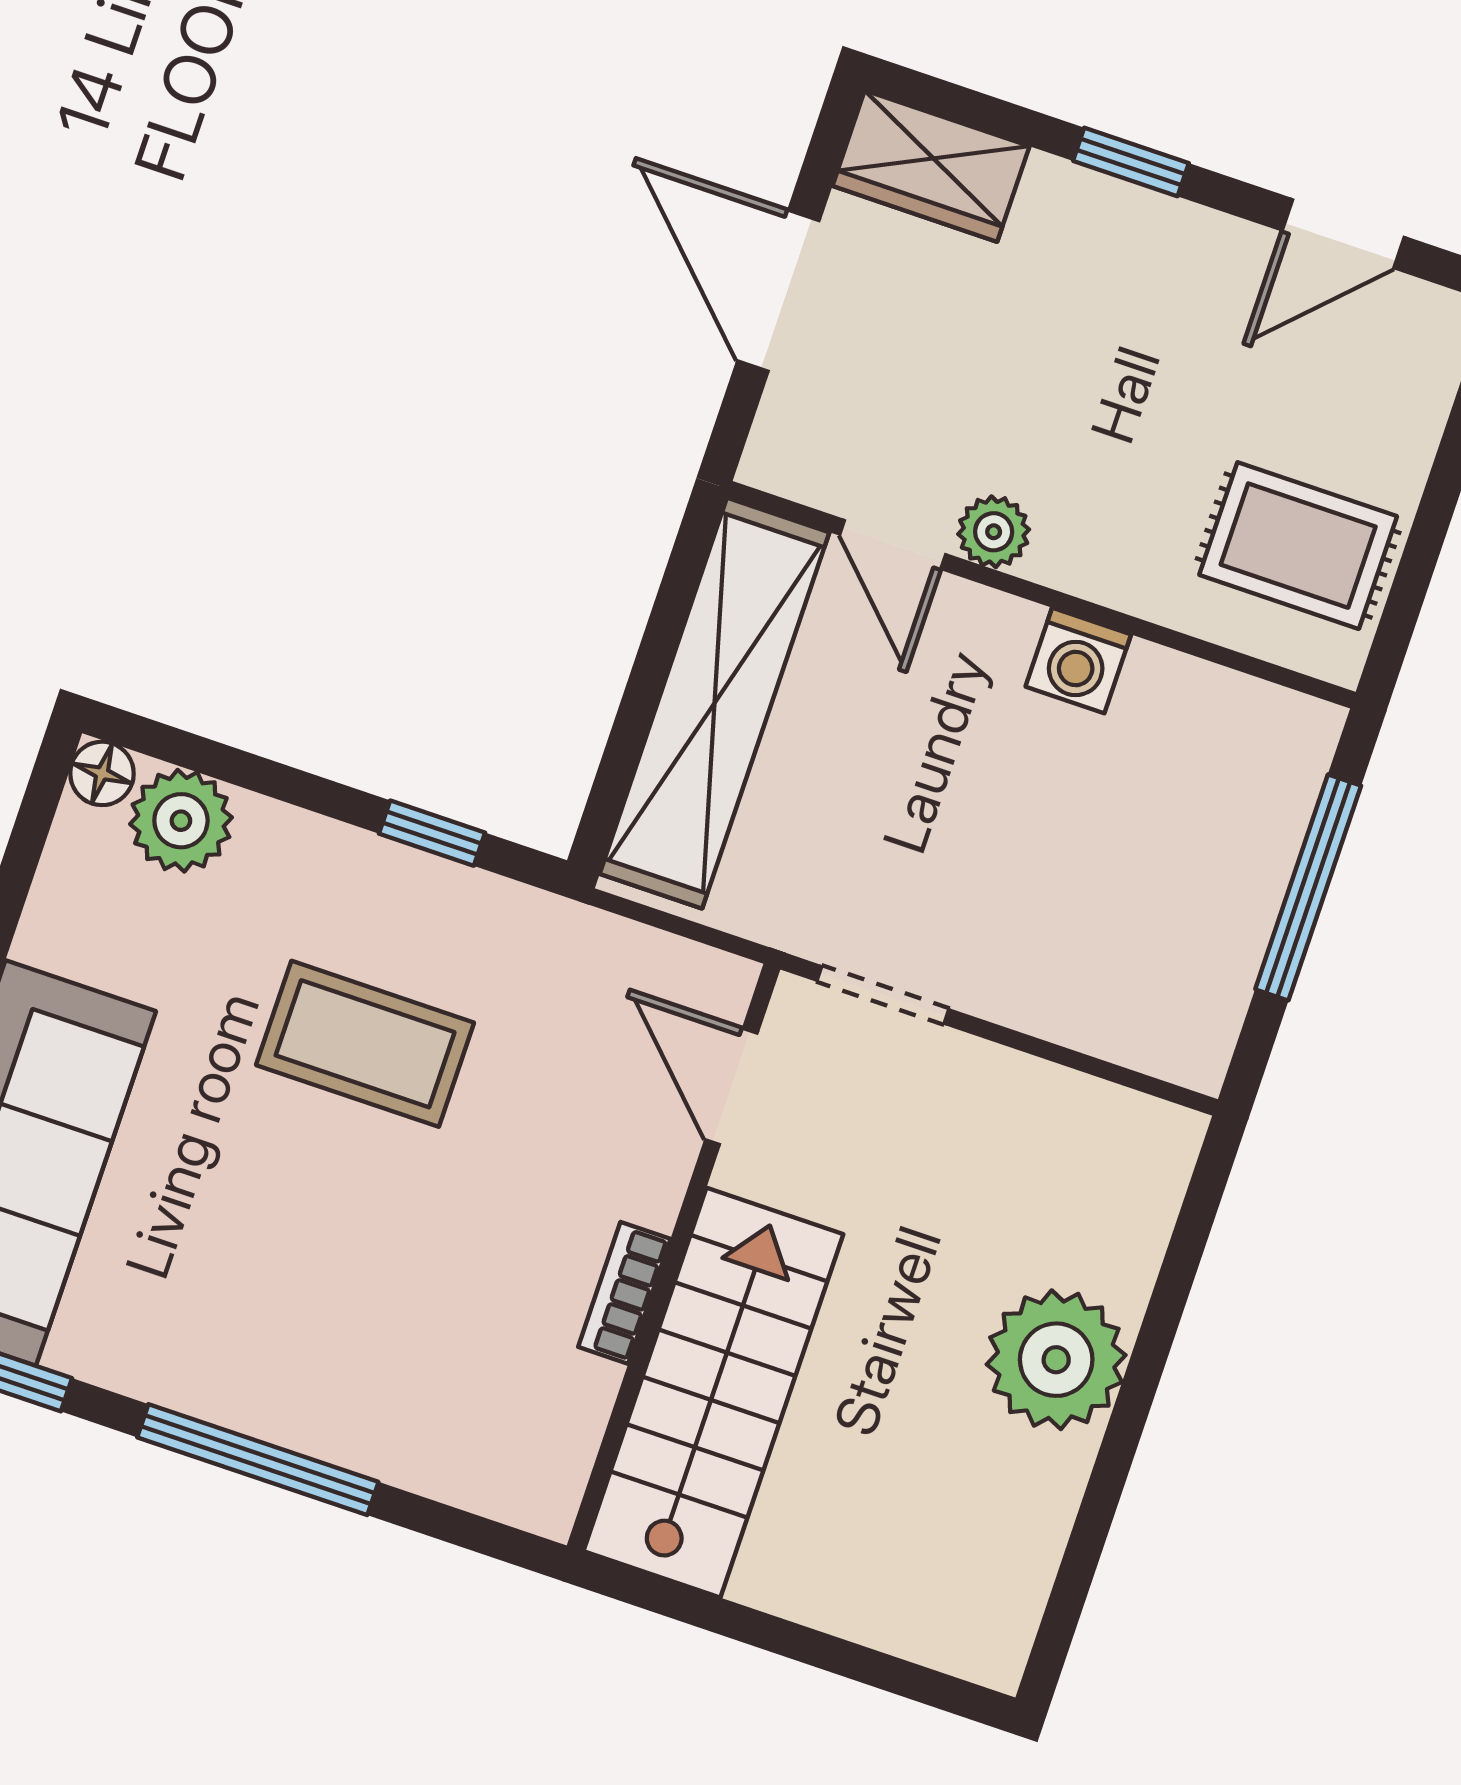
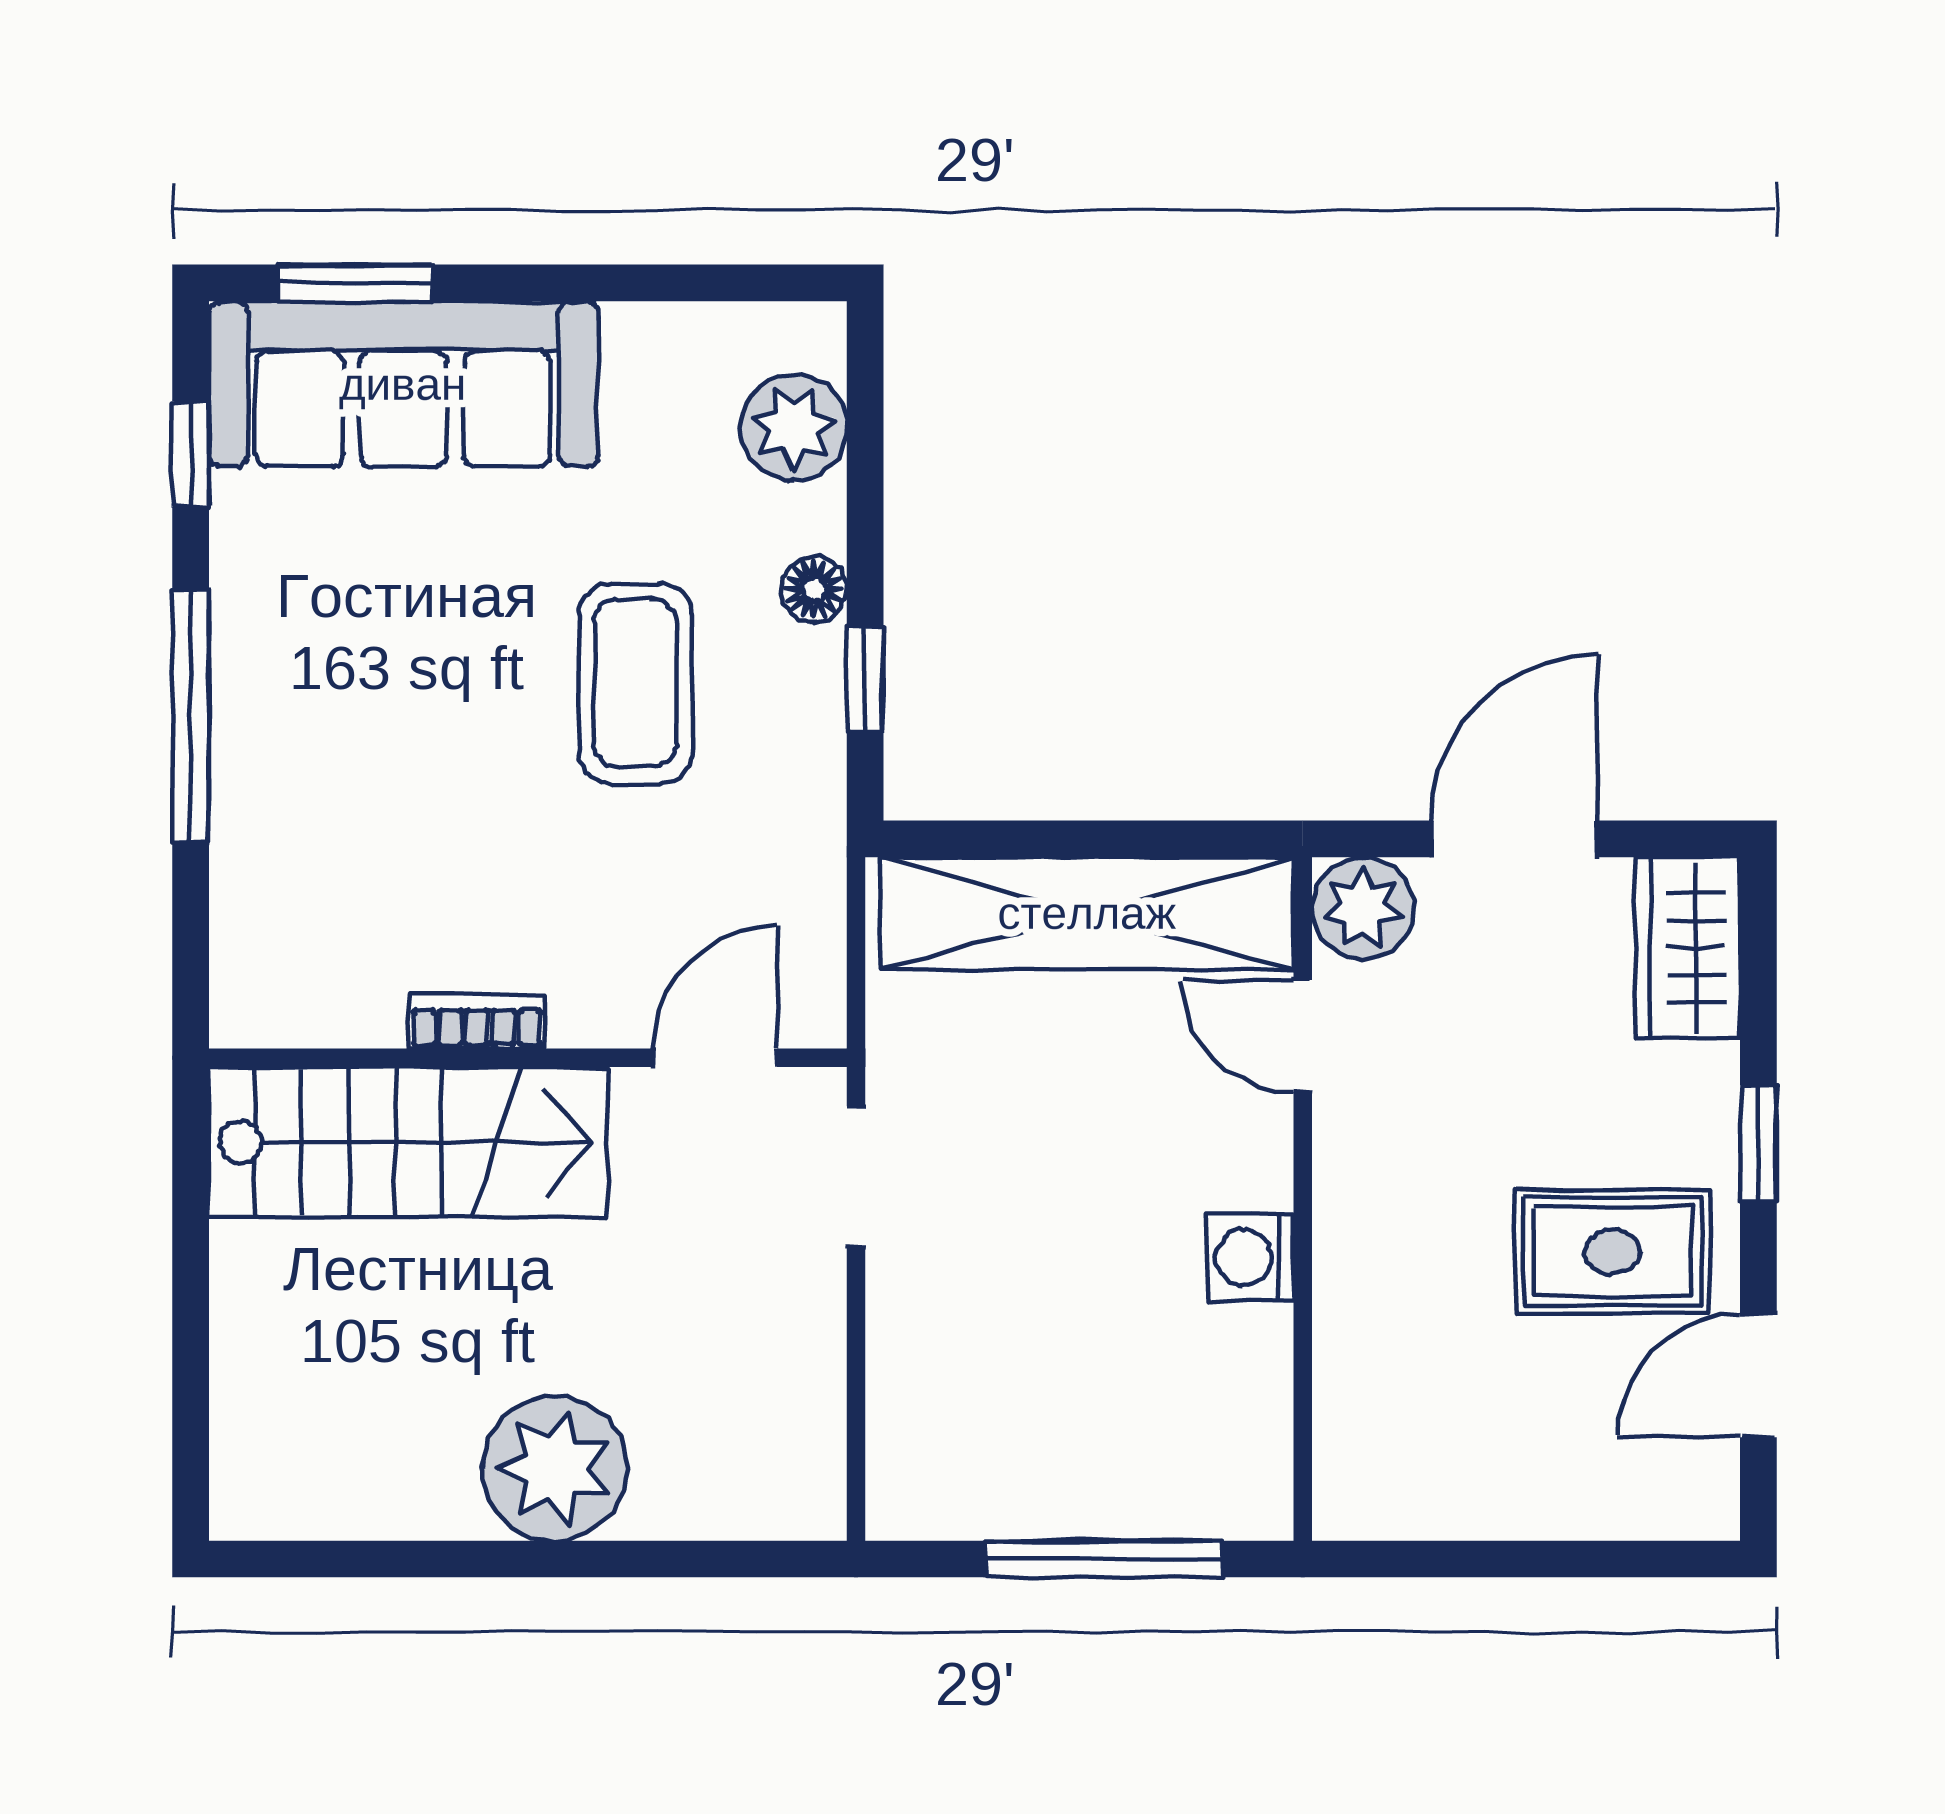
door: (1343, 234) -> (1758, 1376), hinge flipped
plant: (994, 532) -> (1363, 908), moved, width x1.38, depth x1.38
door: (893, 544) -> (1303, 1036), hinge flipped
rug: (1298, 546) -> (1613, 1251), moved, turned 90
floor lamp: (102, 773) -> (814, 589), moved

